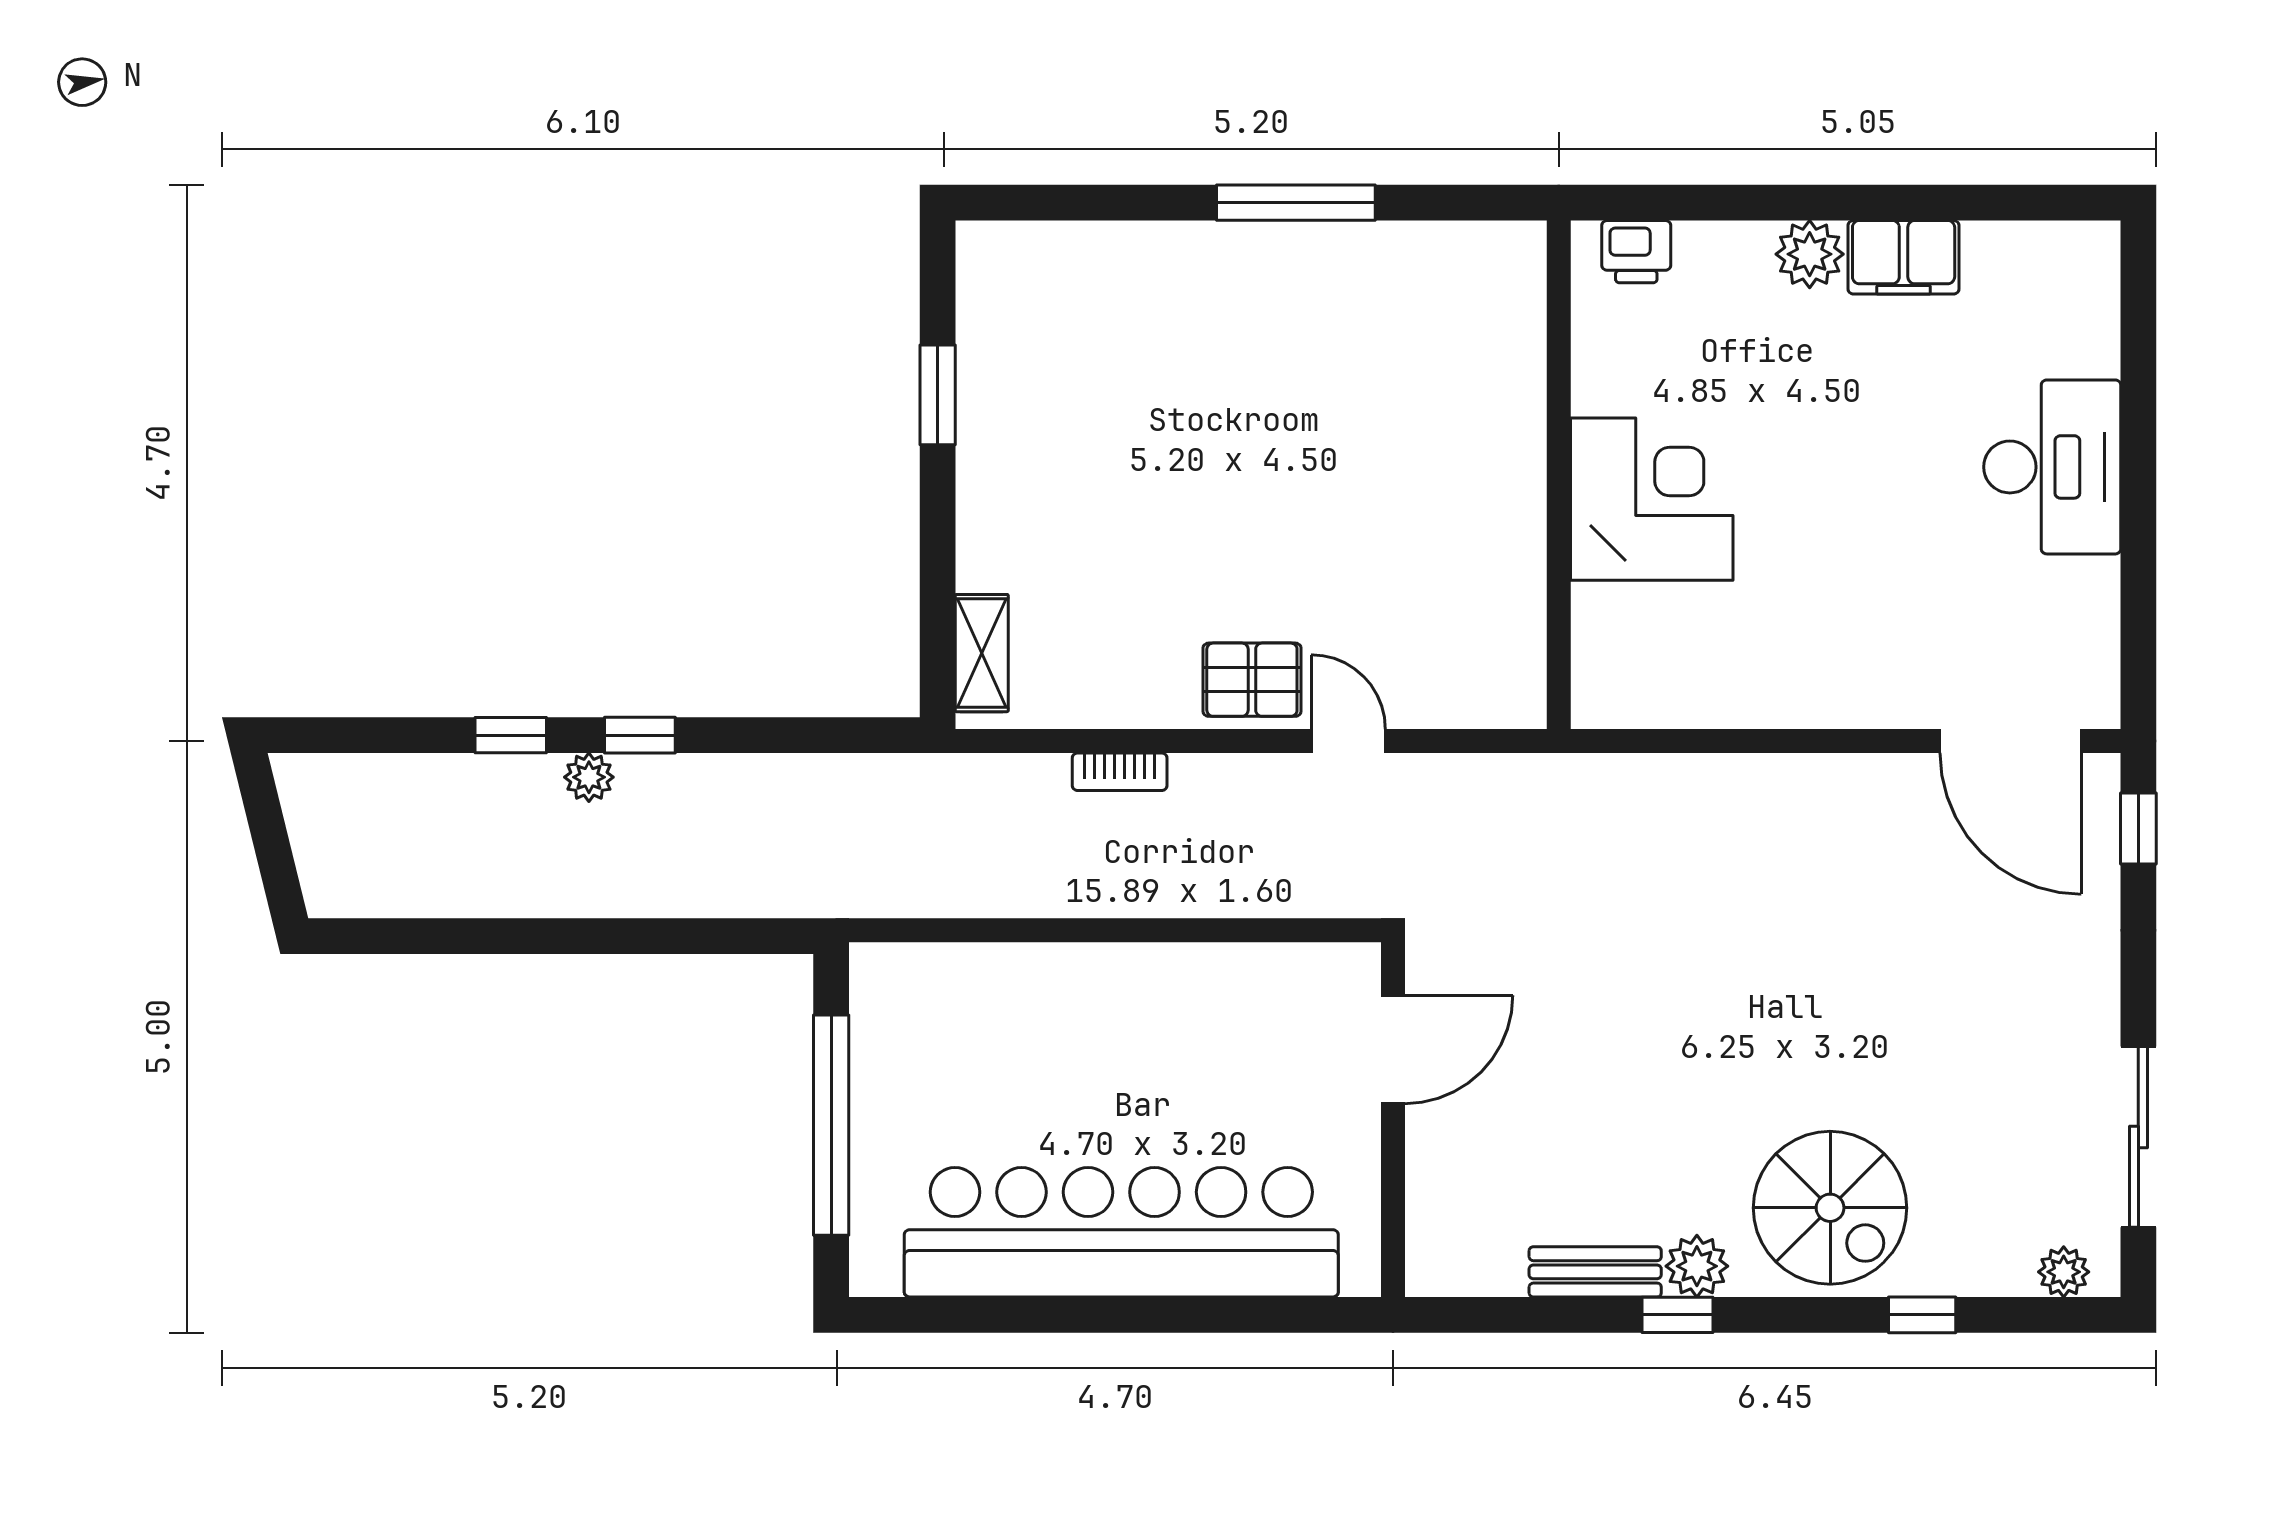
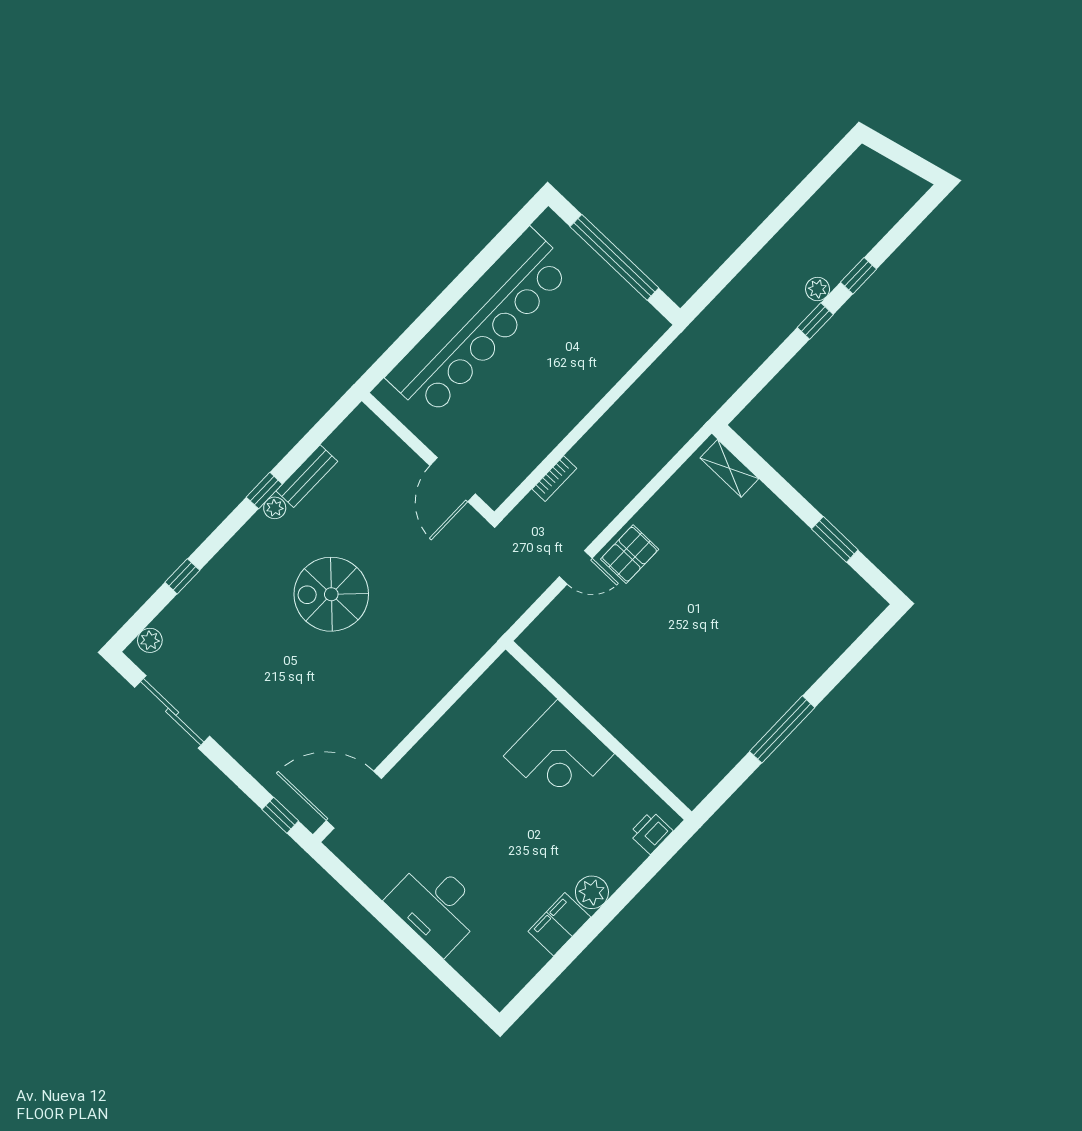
bookcase: (1120, 772) -> (554, 479), moved, turned 180
spiral stairs: (1830, 1208) -> (331, 594), moved
plant: (1697, 1266) -> (275, 508), width x0.73, depth x0.73

